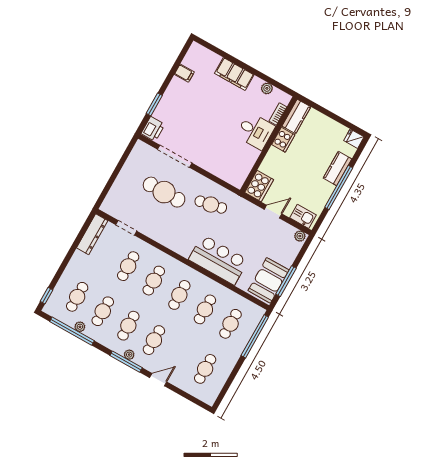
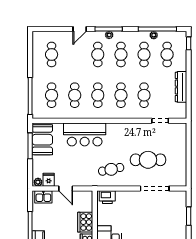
printer: (153, 129) -> (107, 197), moved, turned -90
cooker: (259, 186) -> (85, 222), moved
door: (273, 212) -> (66, 189), hinge flipped
fridge: (287, 232) -> (49, 180), added
dresser: (92, 234) -> (181, 87), moved

